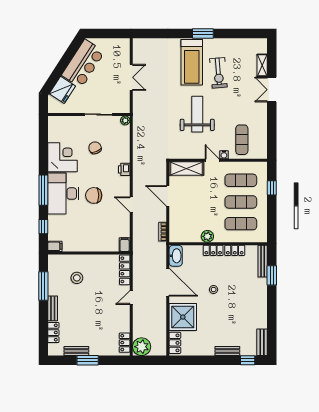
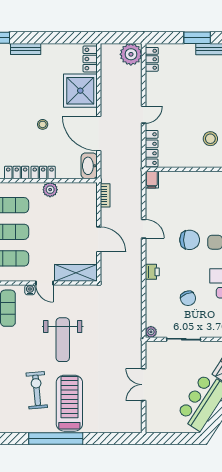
window: (203, 33) -> (56, 439), width x2.11

